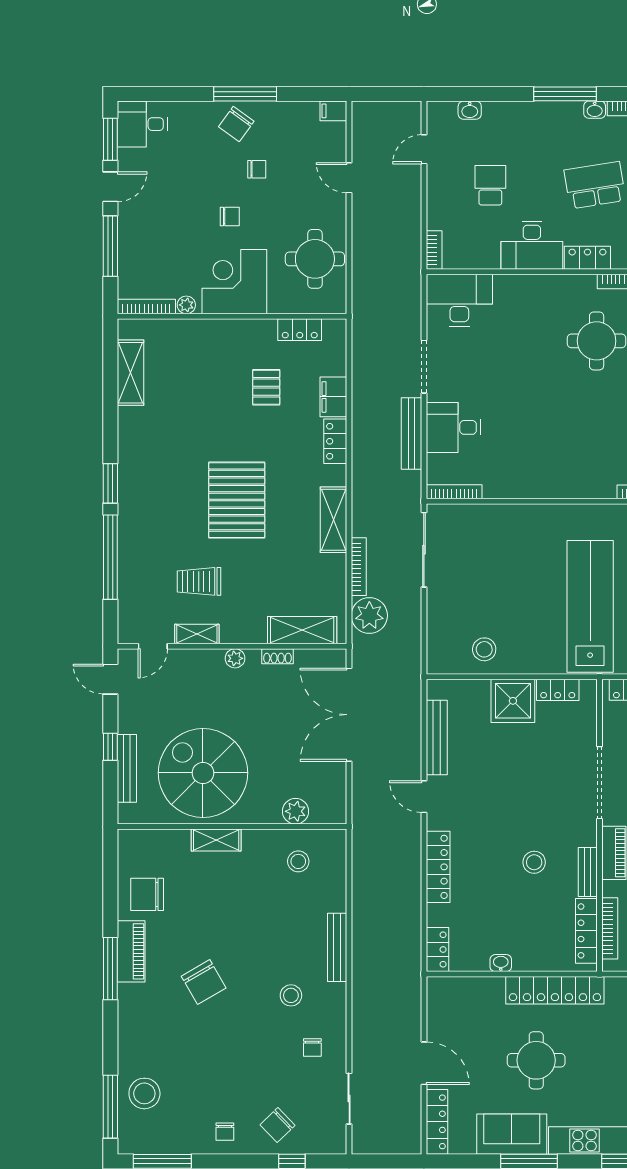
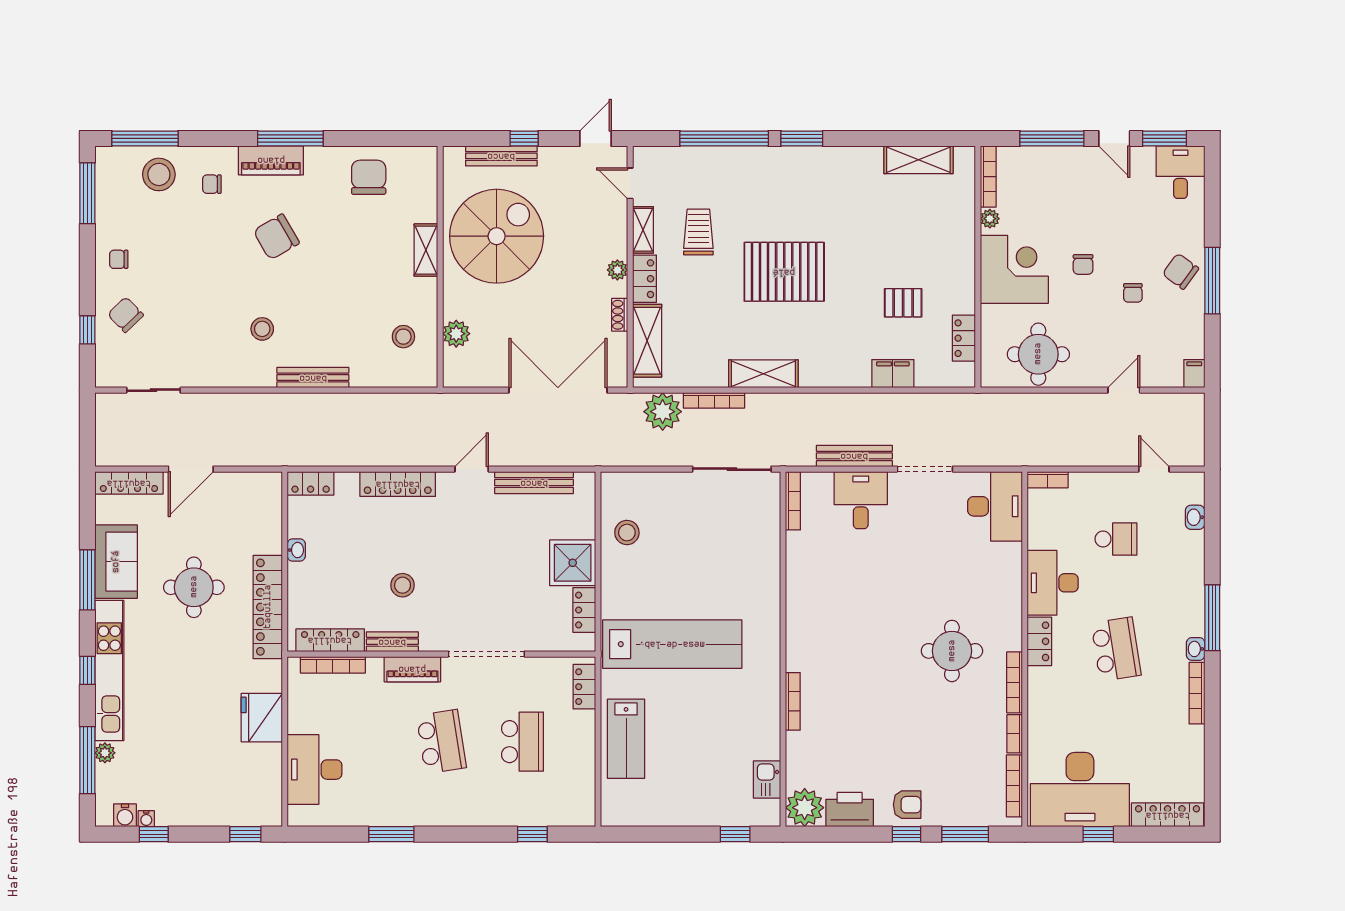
locker: (335, 441) -> (645, 279), moved, turned 90
piano: (131, 951) -> (271, 160), moved
chair: (312, 1047) -> (212, 184), moved

